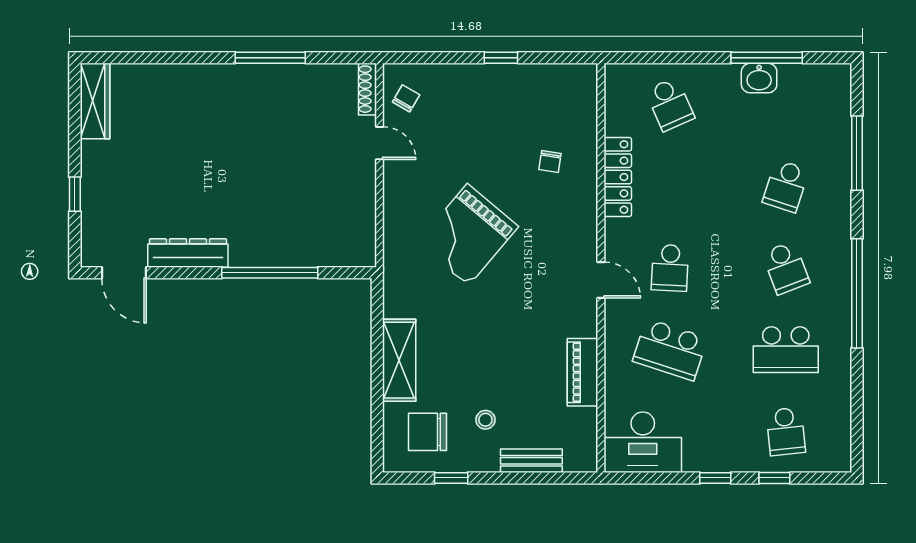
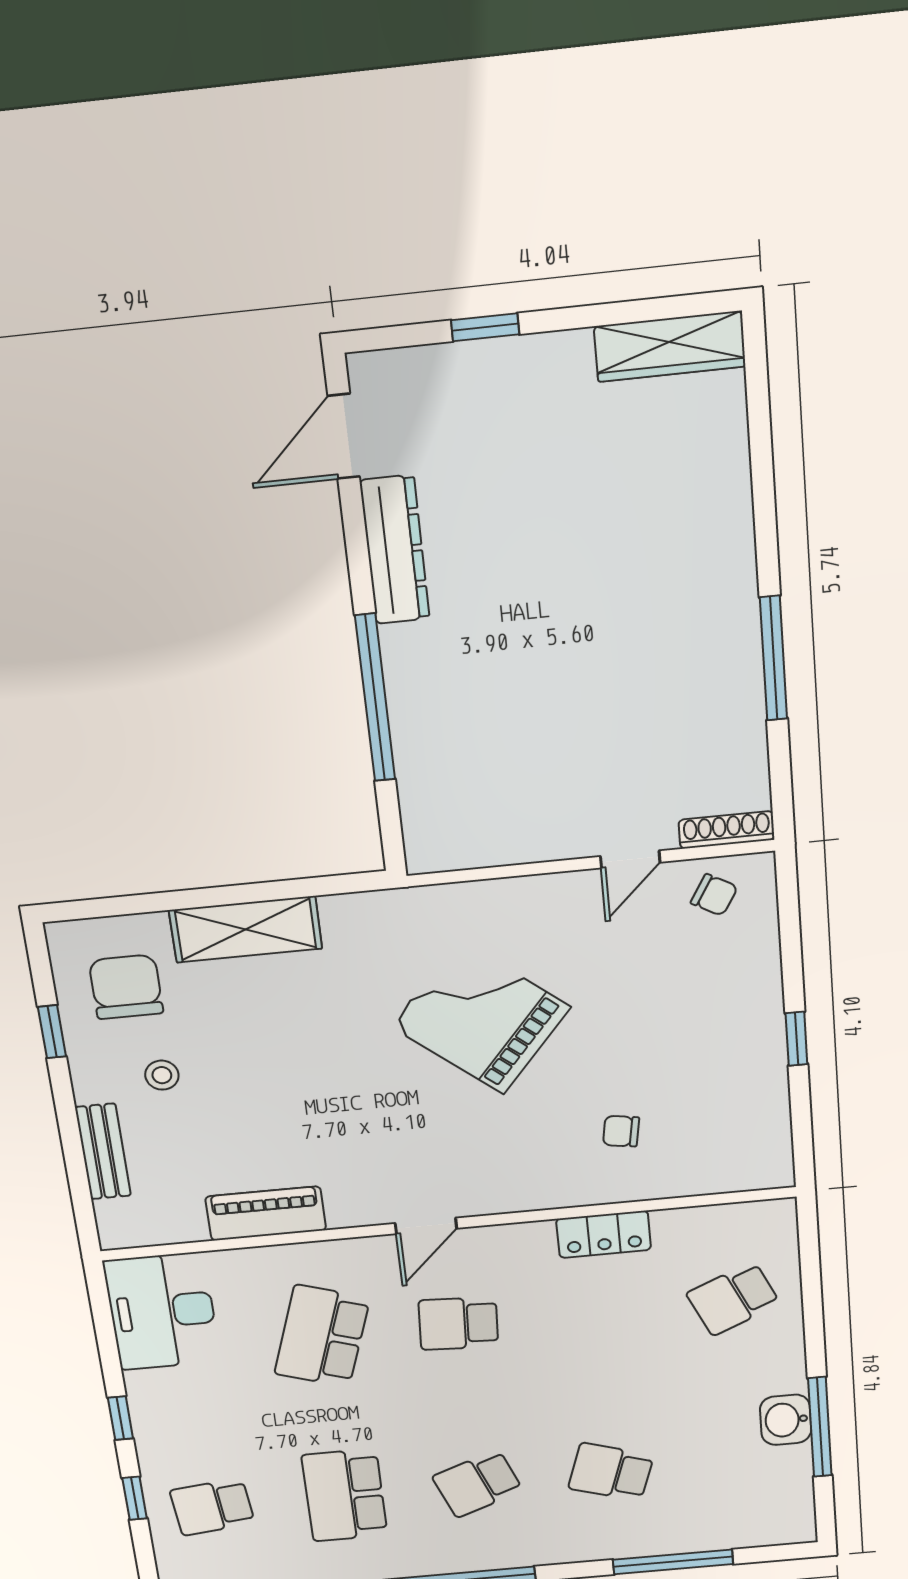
locker: (618, 177) -> (604, 1234), width x0.66

